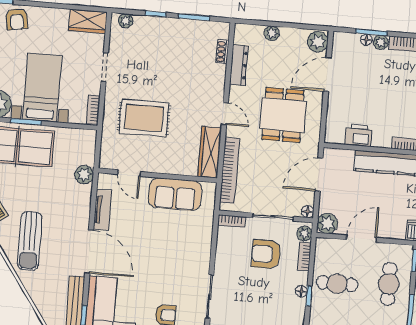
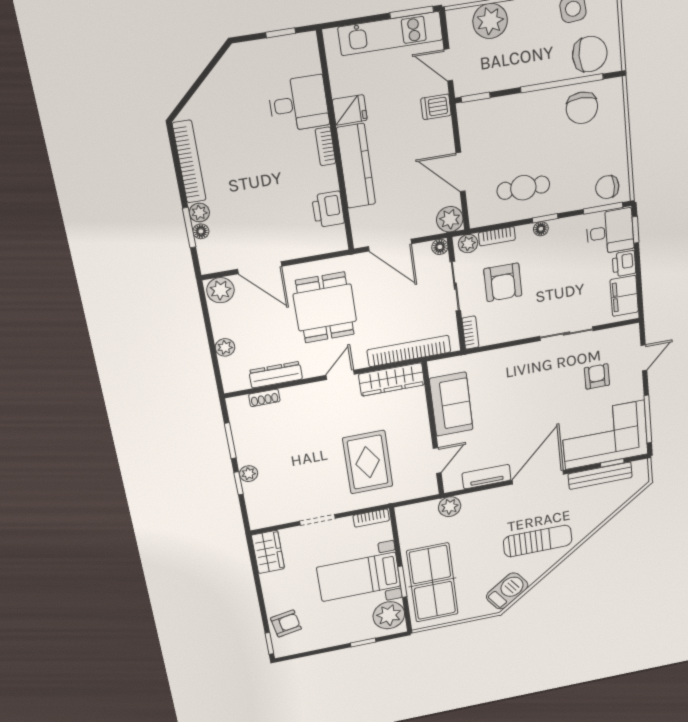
plant: (126, 21) -> (249, 474), moved
dining table: (283, 115) -> (325, 308), turned 90
cafe table: (337, 284) -> (523, 188), turned 90
cafe table: (389, 284) -> (512, 123), removed

